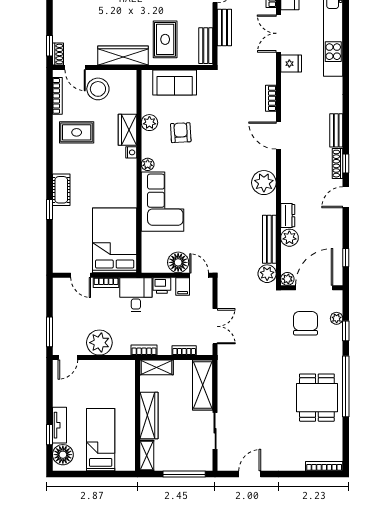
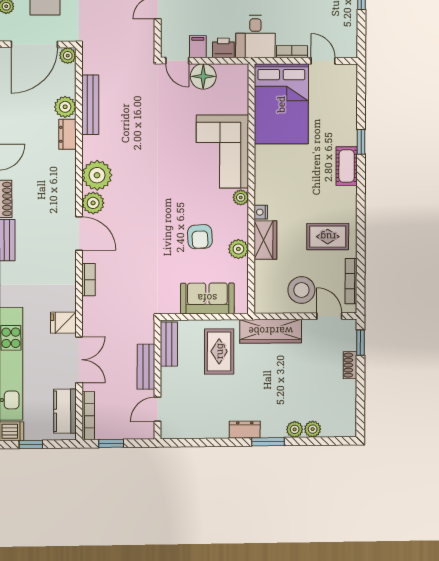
shoe rack: (58, 54) -> (350, 365), moved
plant: (267, 274) -> (93, 203), moved

